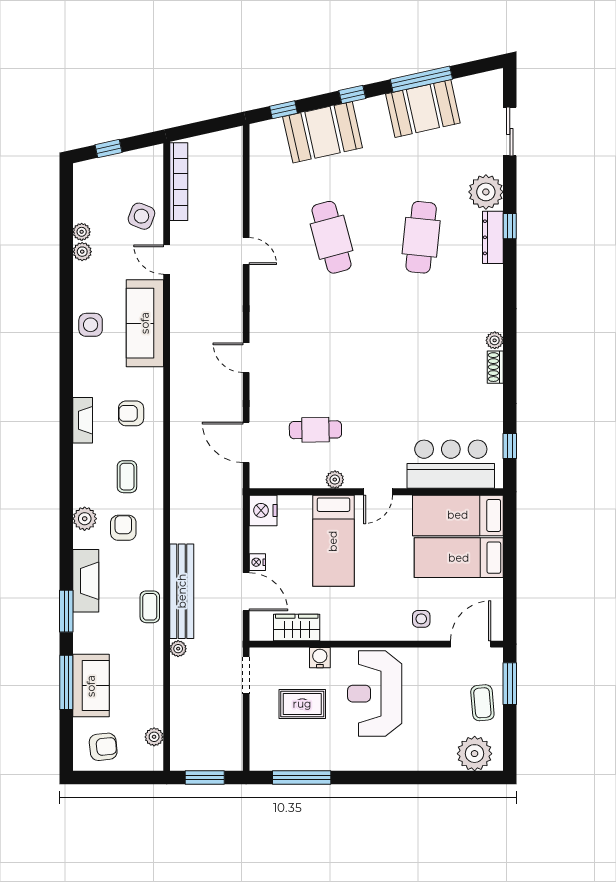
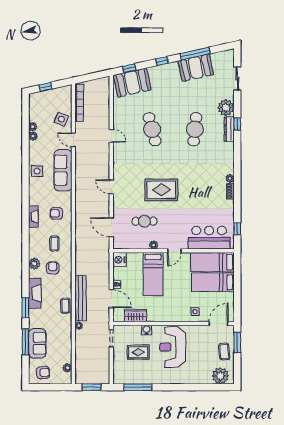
booth: (323, 132) -> (132, 83), moved
rug: (351, 364) -> (161, 190), added

